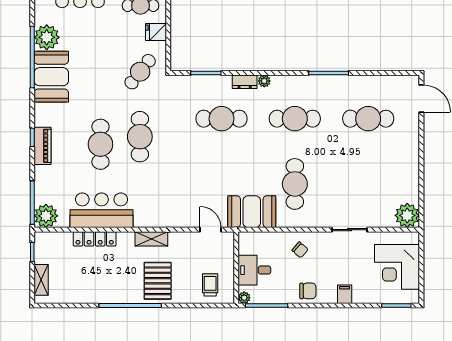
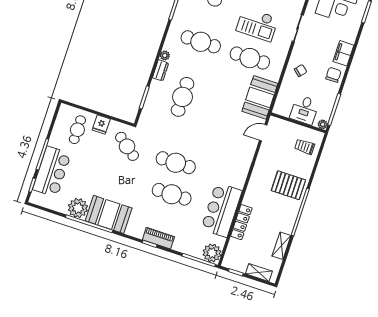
cafe table: (295, 119) -> (201, 42), turned 90
checkout: (338, 179) -> (257, 24), added
shelving: (151, 239) -> (281, 246), moved
filing cabinet: (345, 294) -> (343, 53), width x2.00

